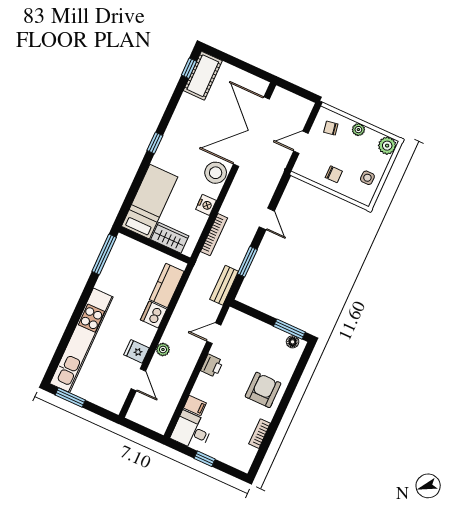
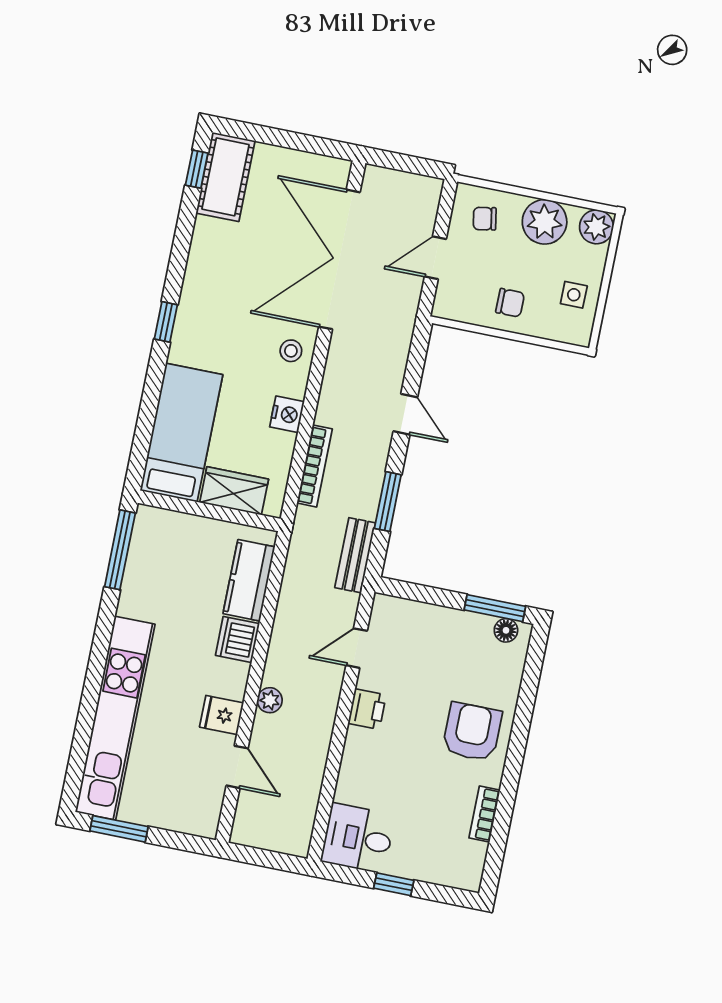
plant: (358, 130) -> (545, 222), width x1.87, depth x1.87
stool: (216, 173) -> (291, 351), width x0.53, depth x0.53
filing cabinet: (195, 406) -> (353, 790), removed

